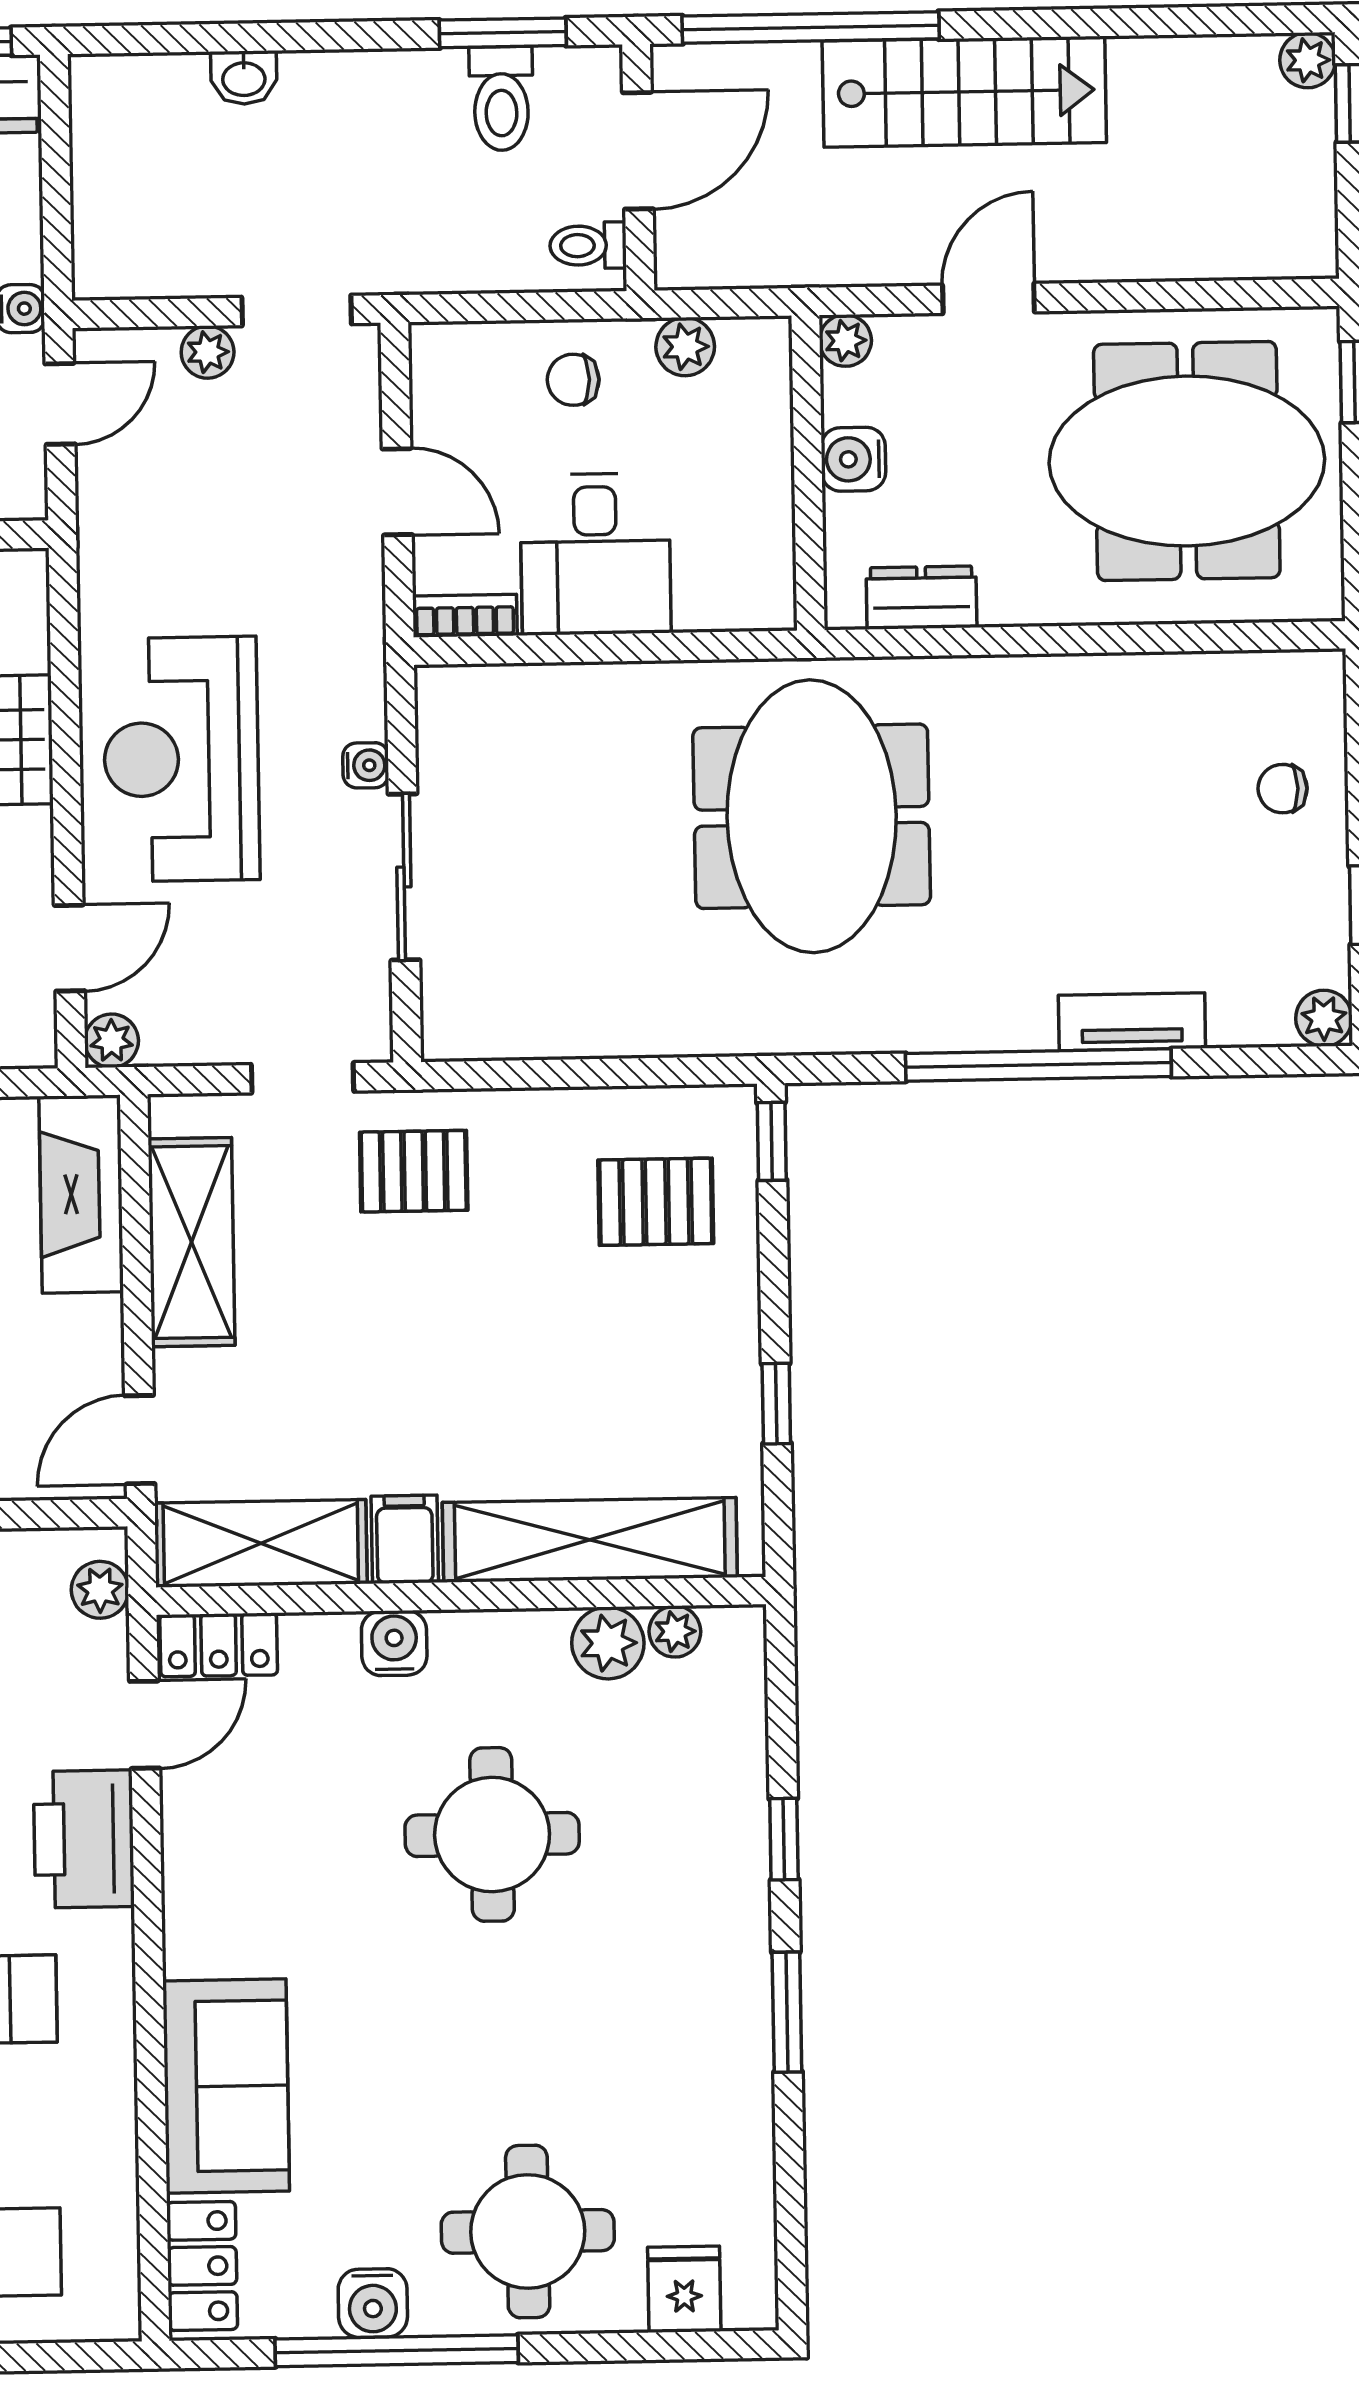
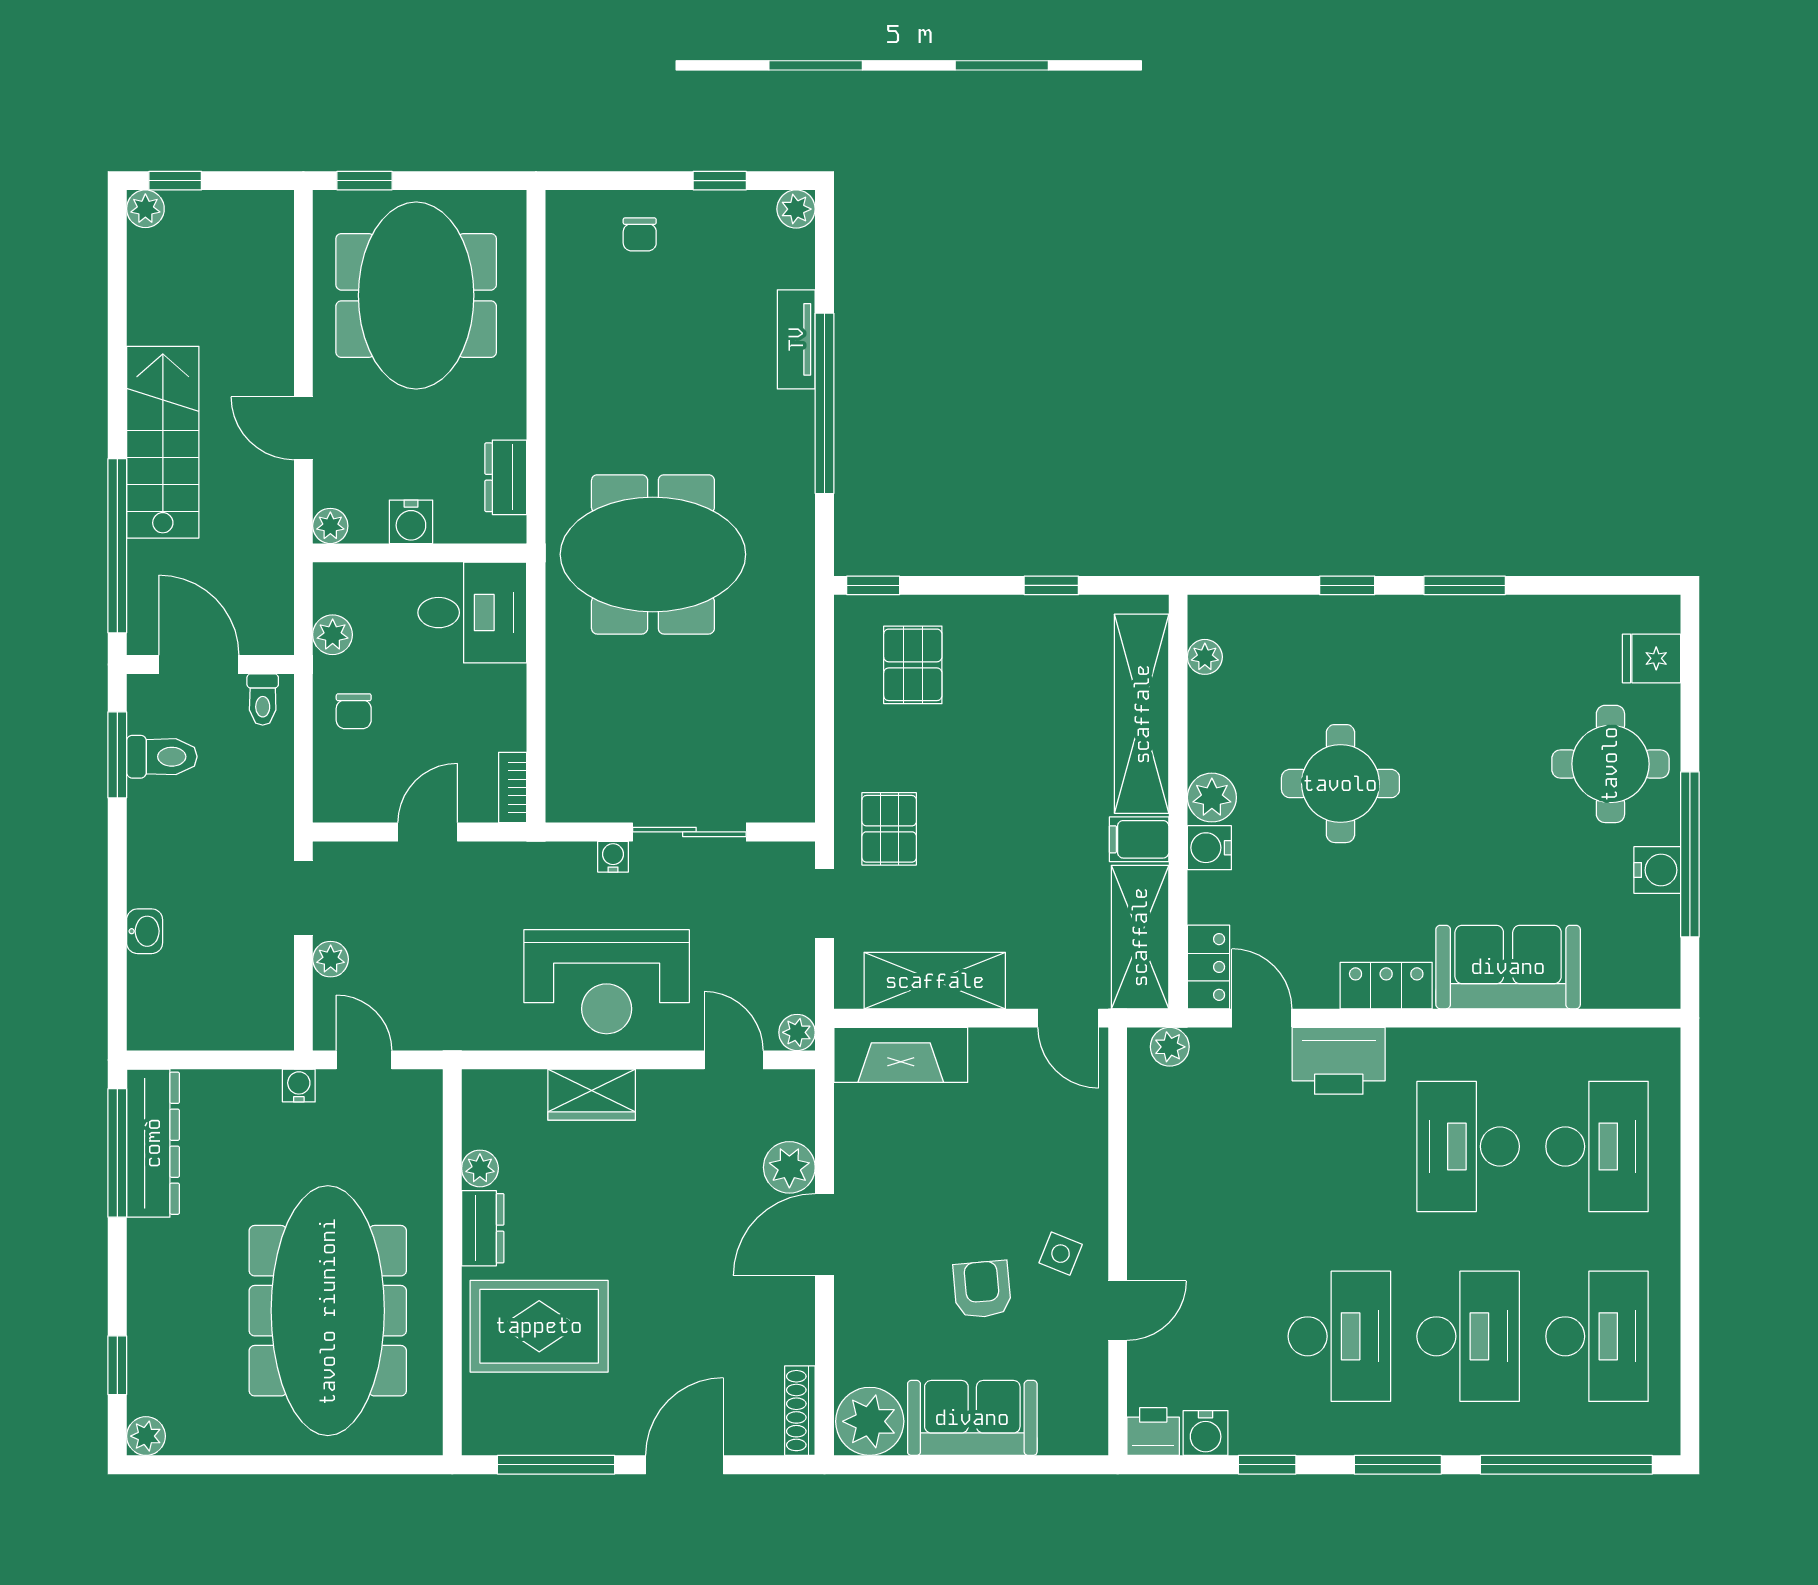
desk: (595, 554) -> (472, 613), moved
plant: (608, 1643) -> (1212, 798), moved
locker: (202, 2266) -> (1386, 986), moved

